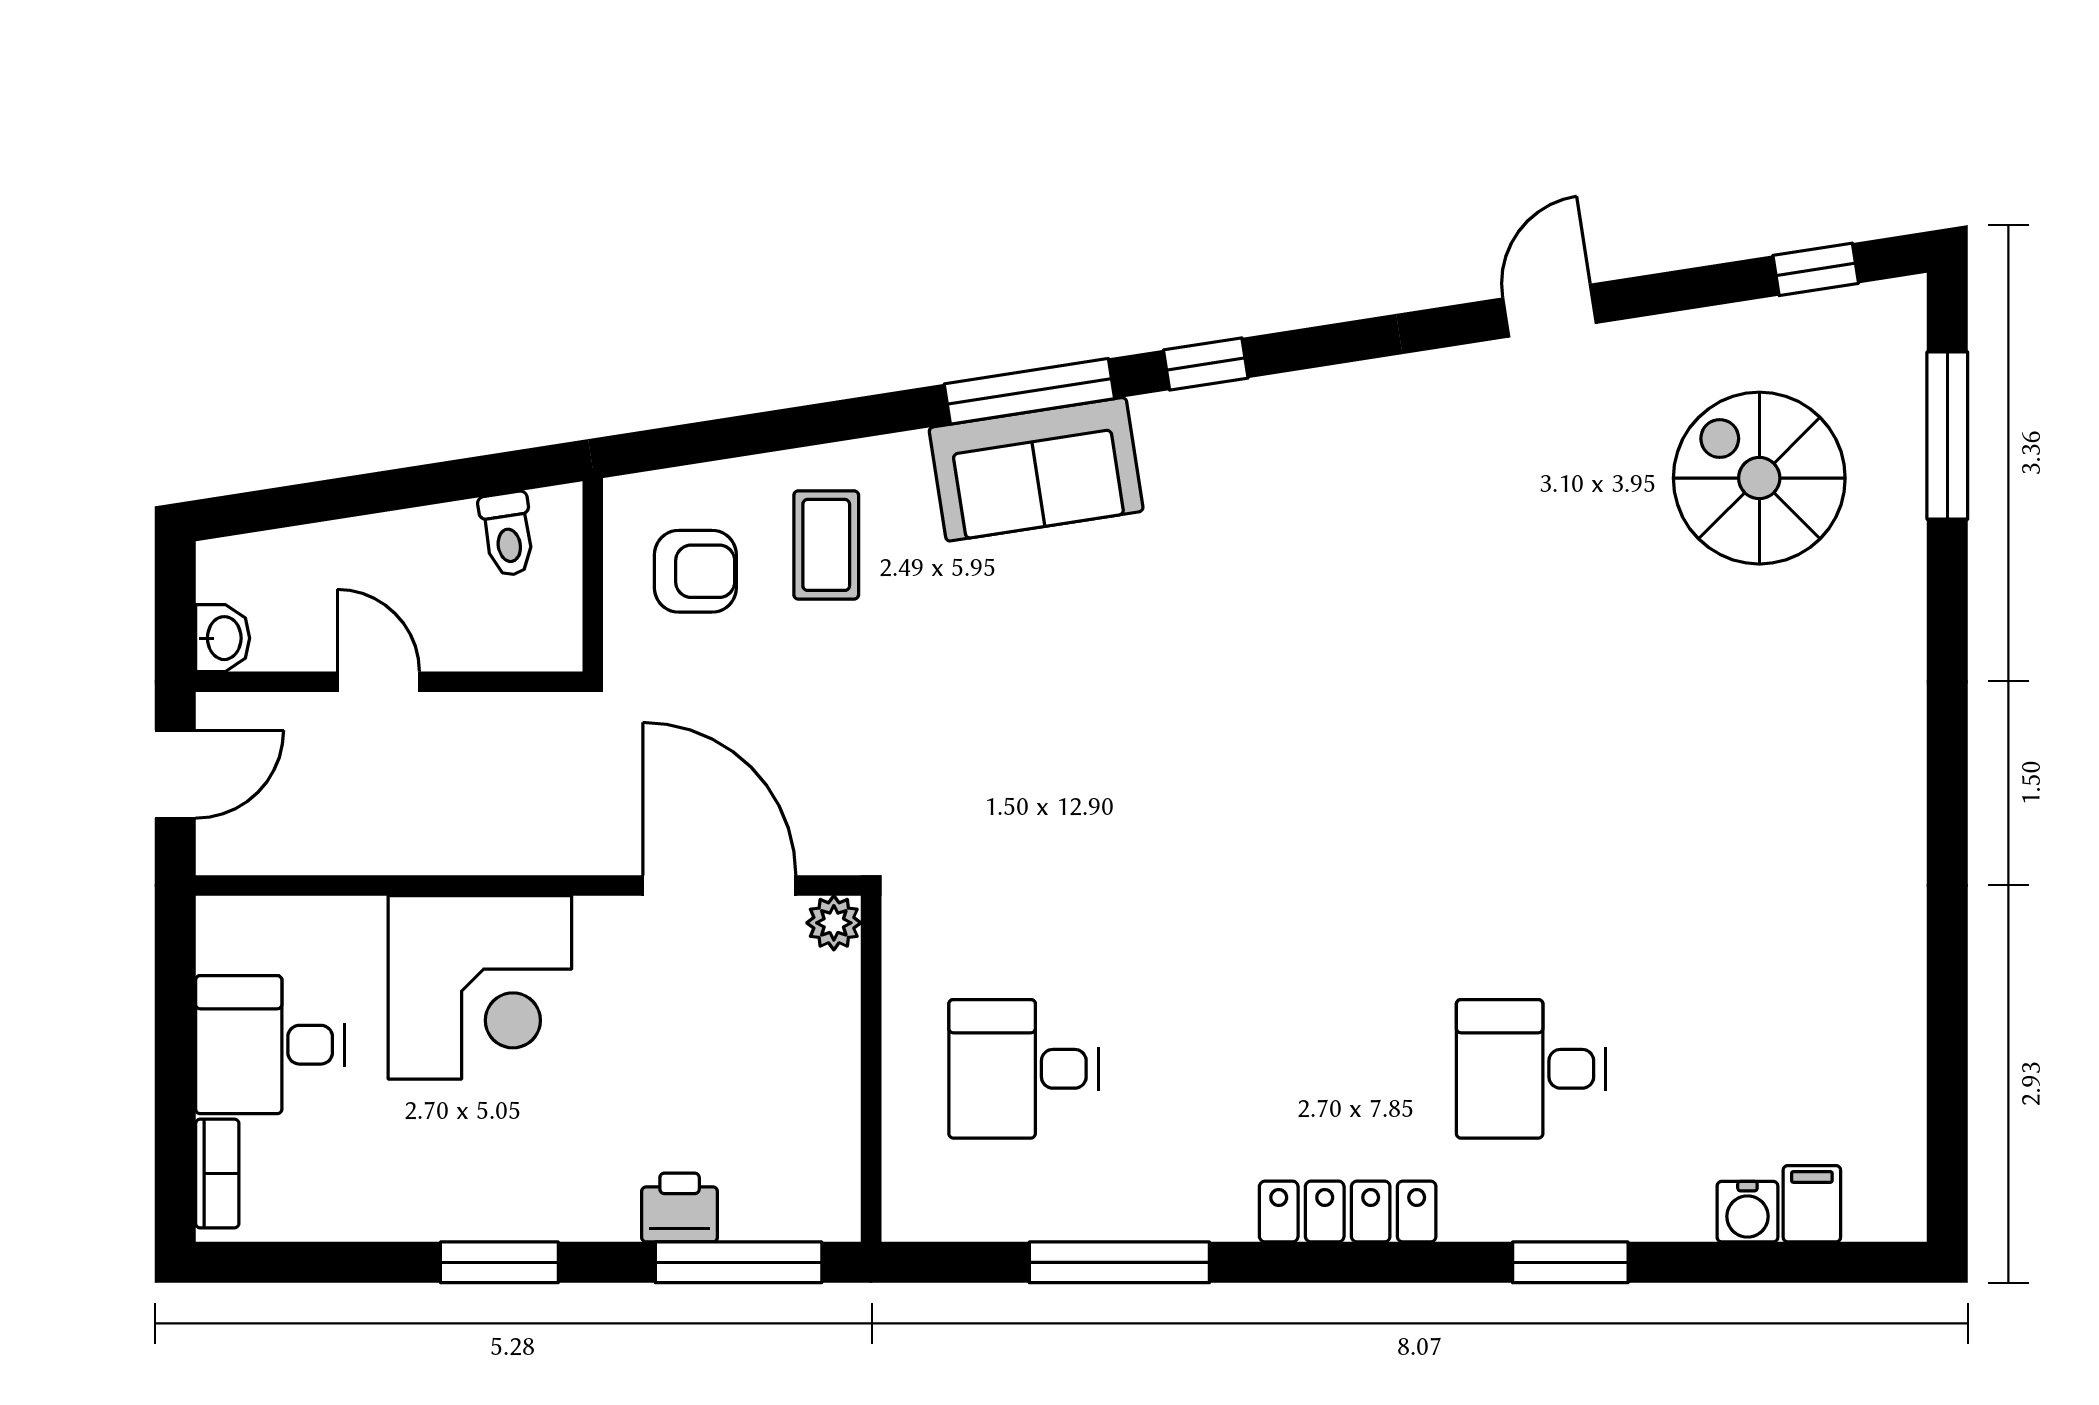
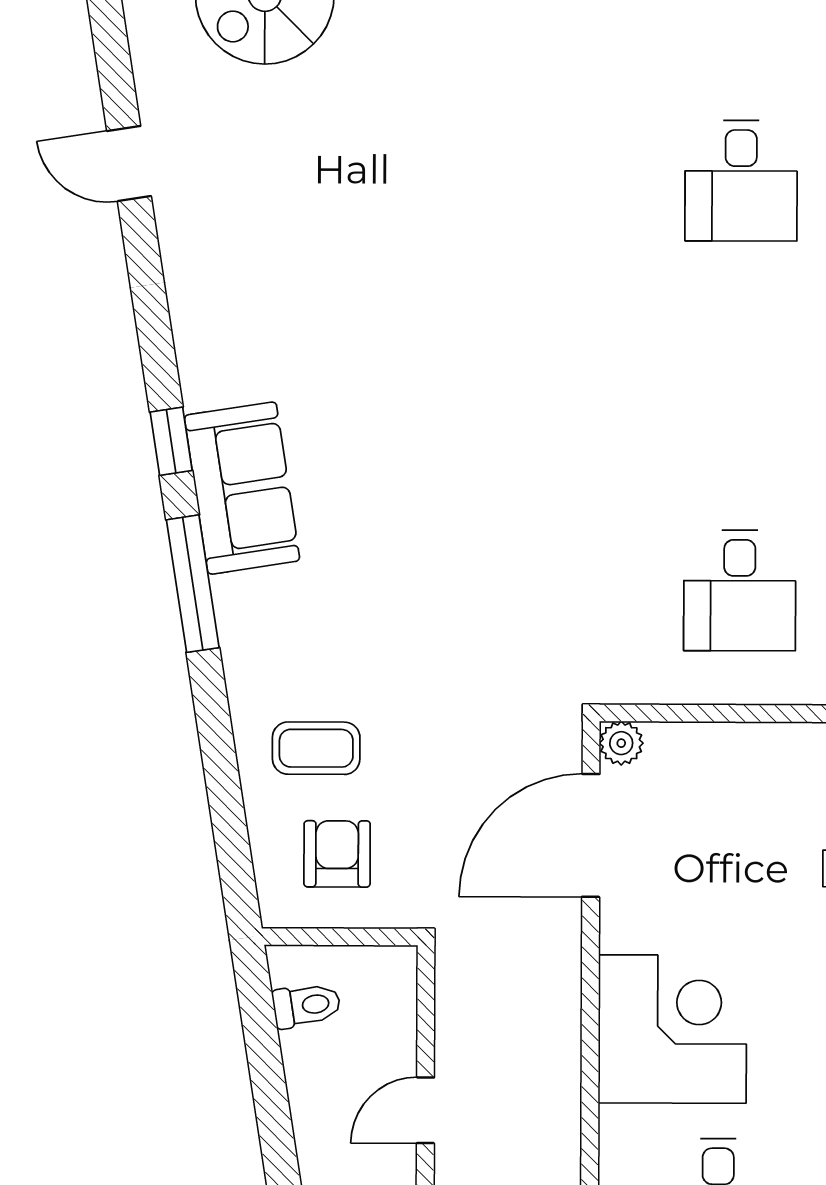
sofa: (1036, 469) -> (242, 488), moved

